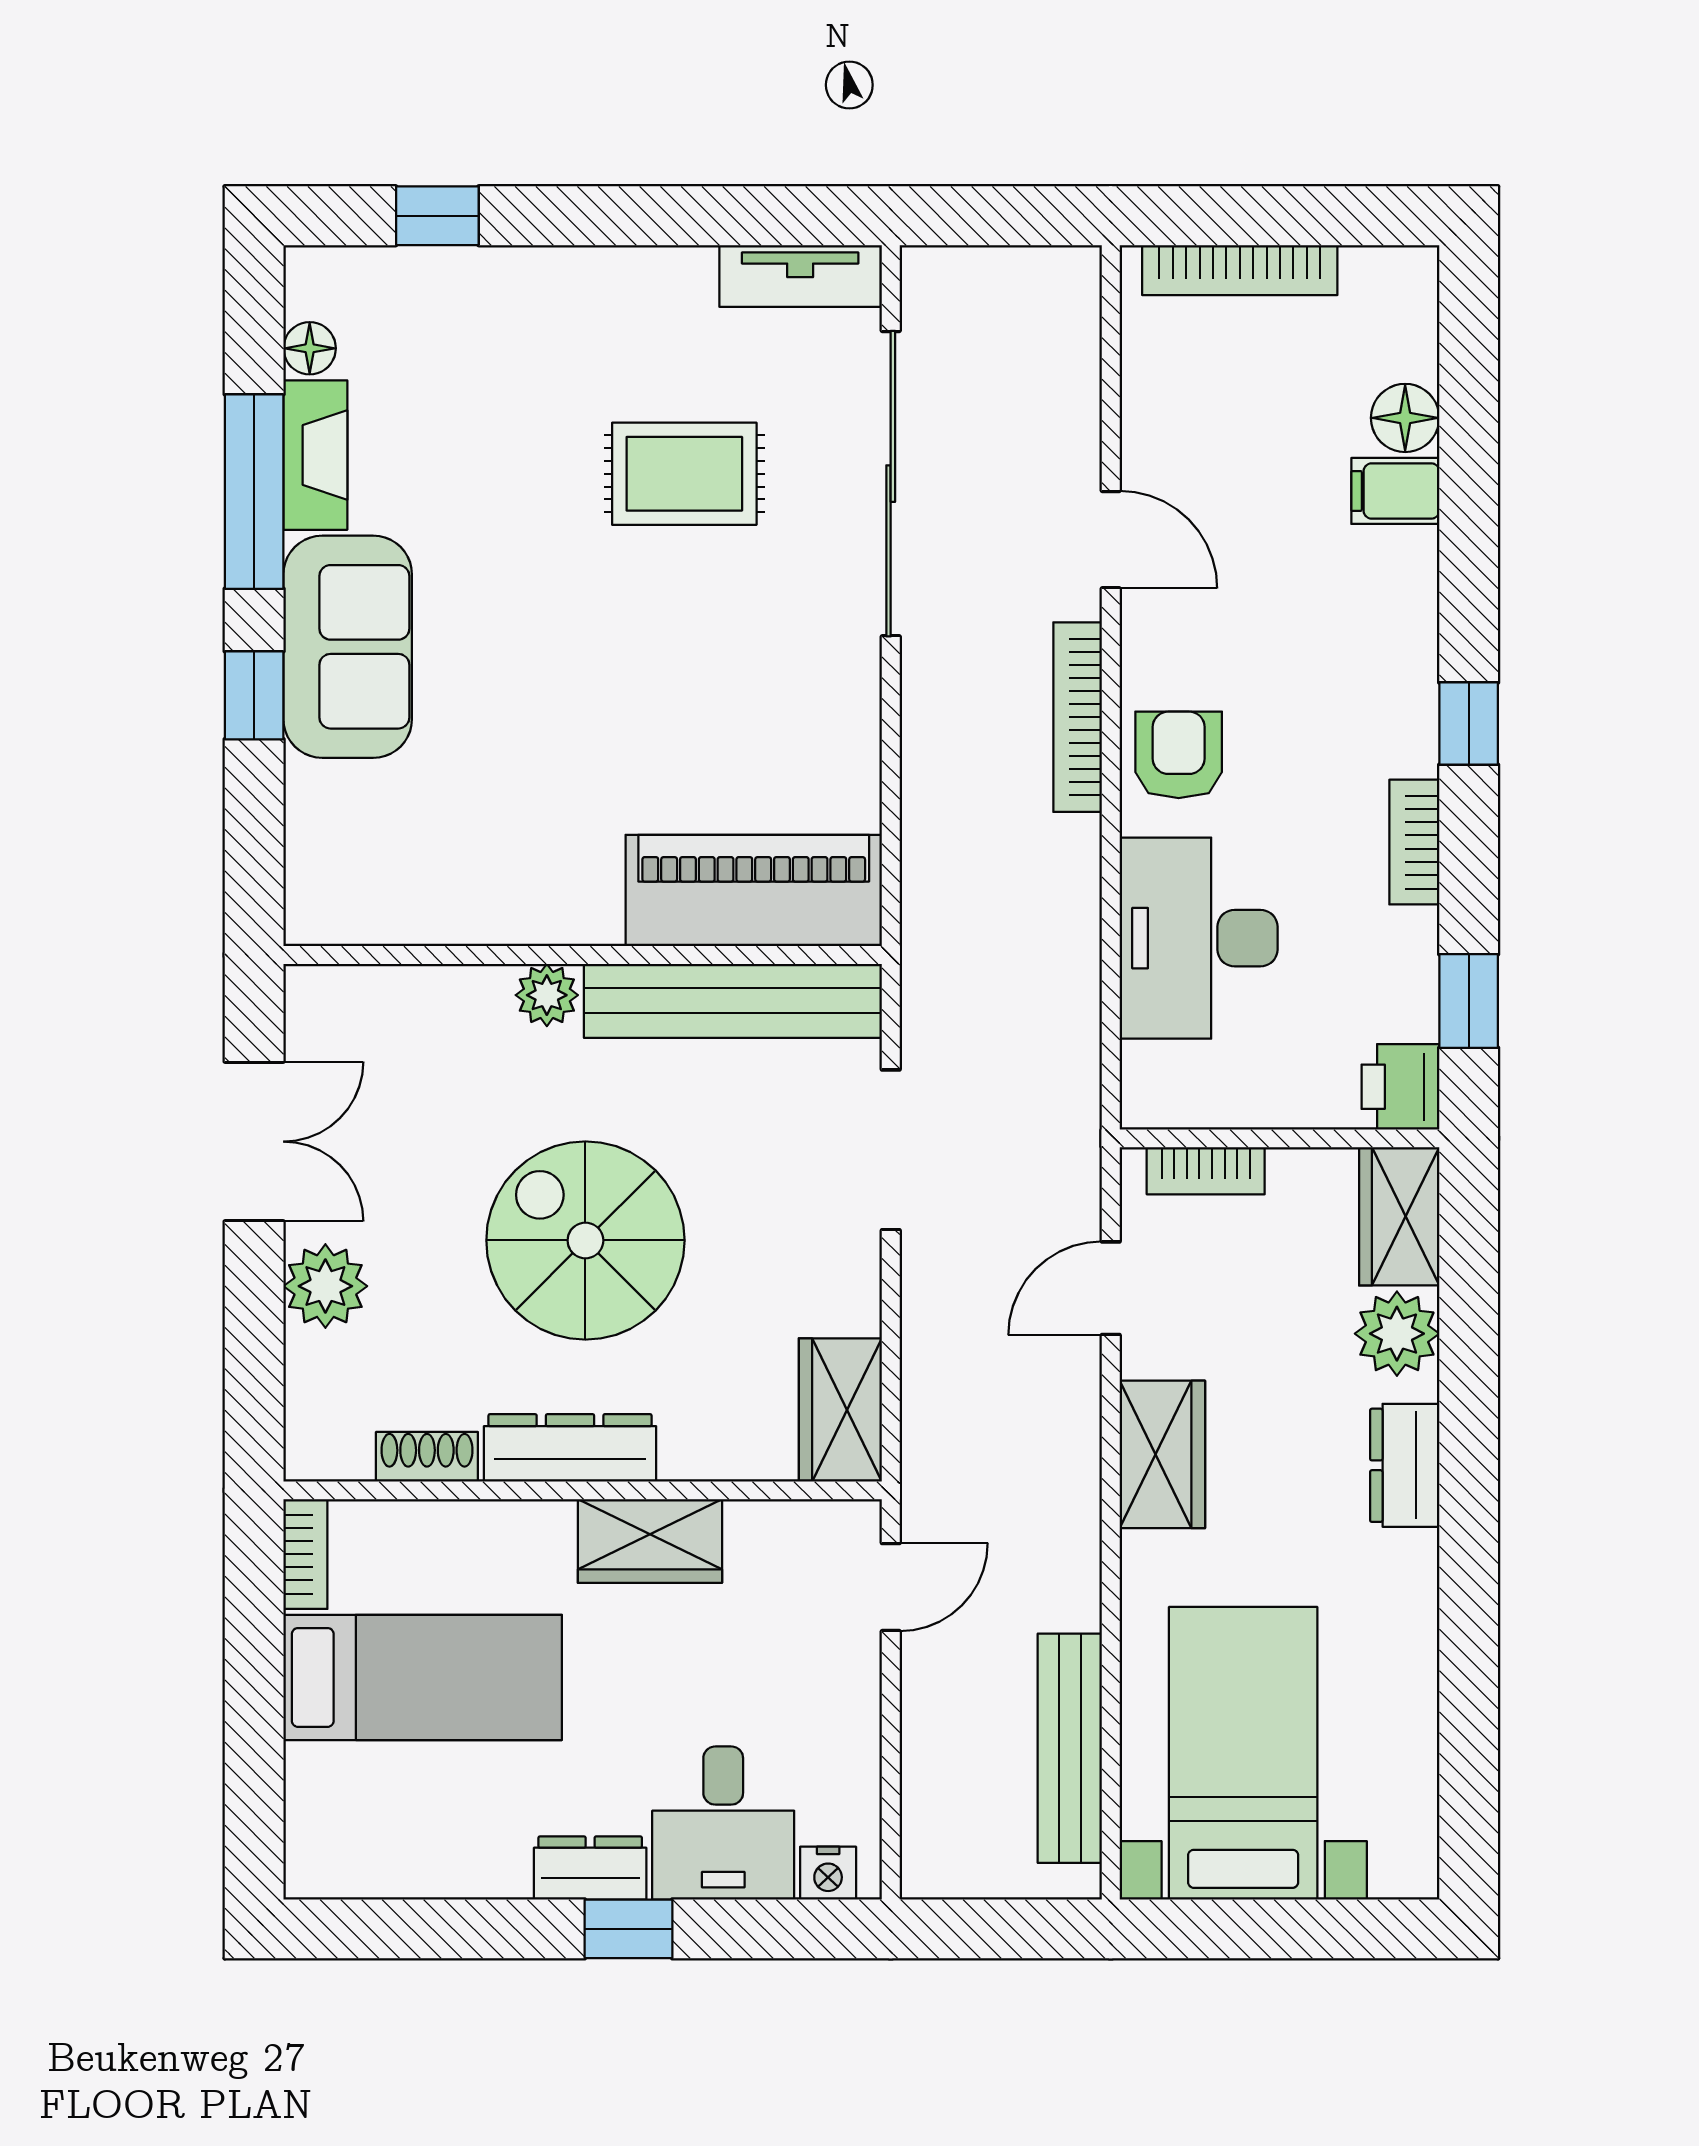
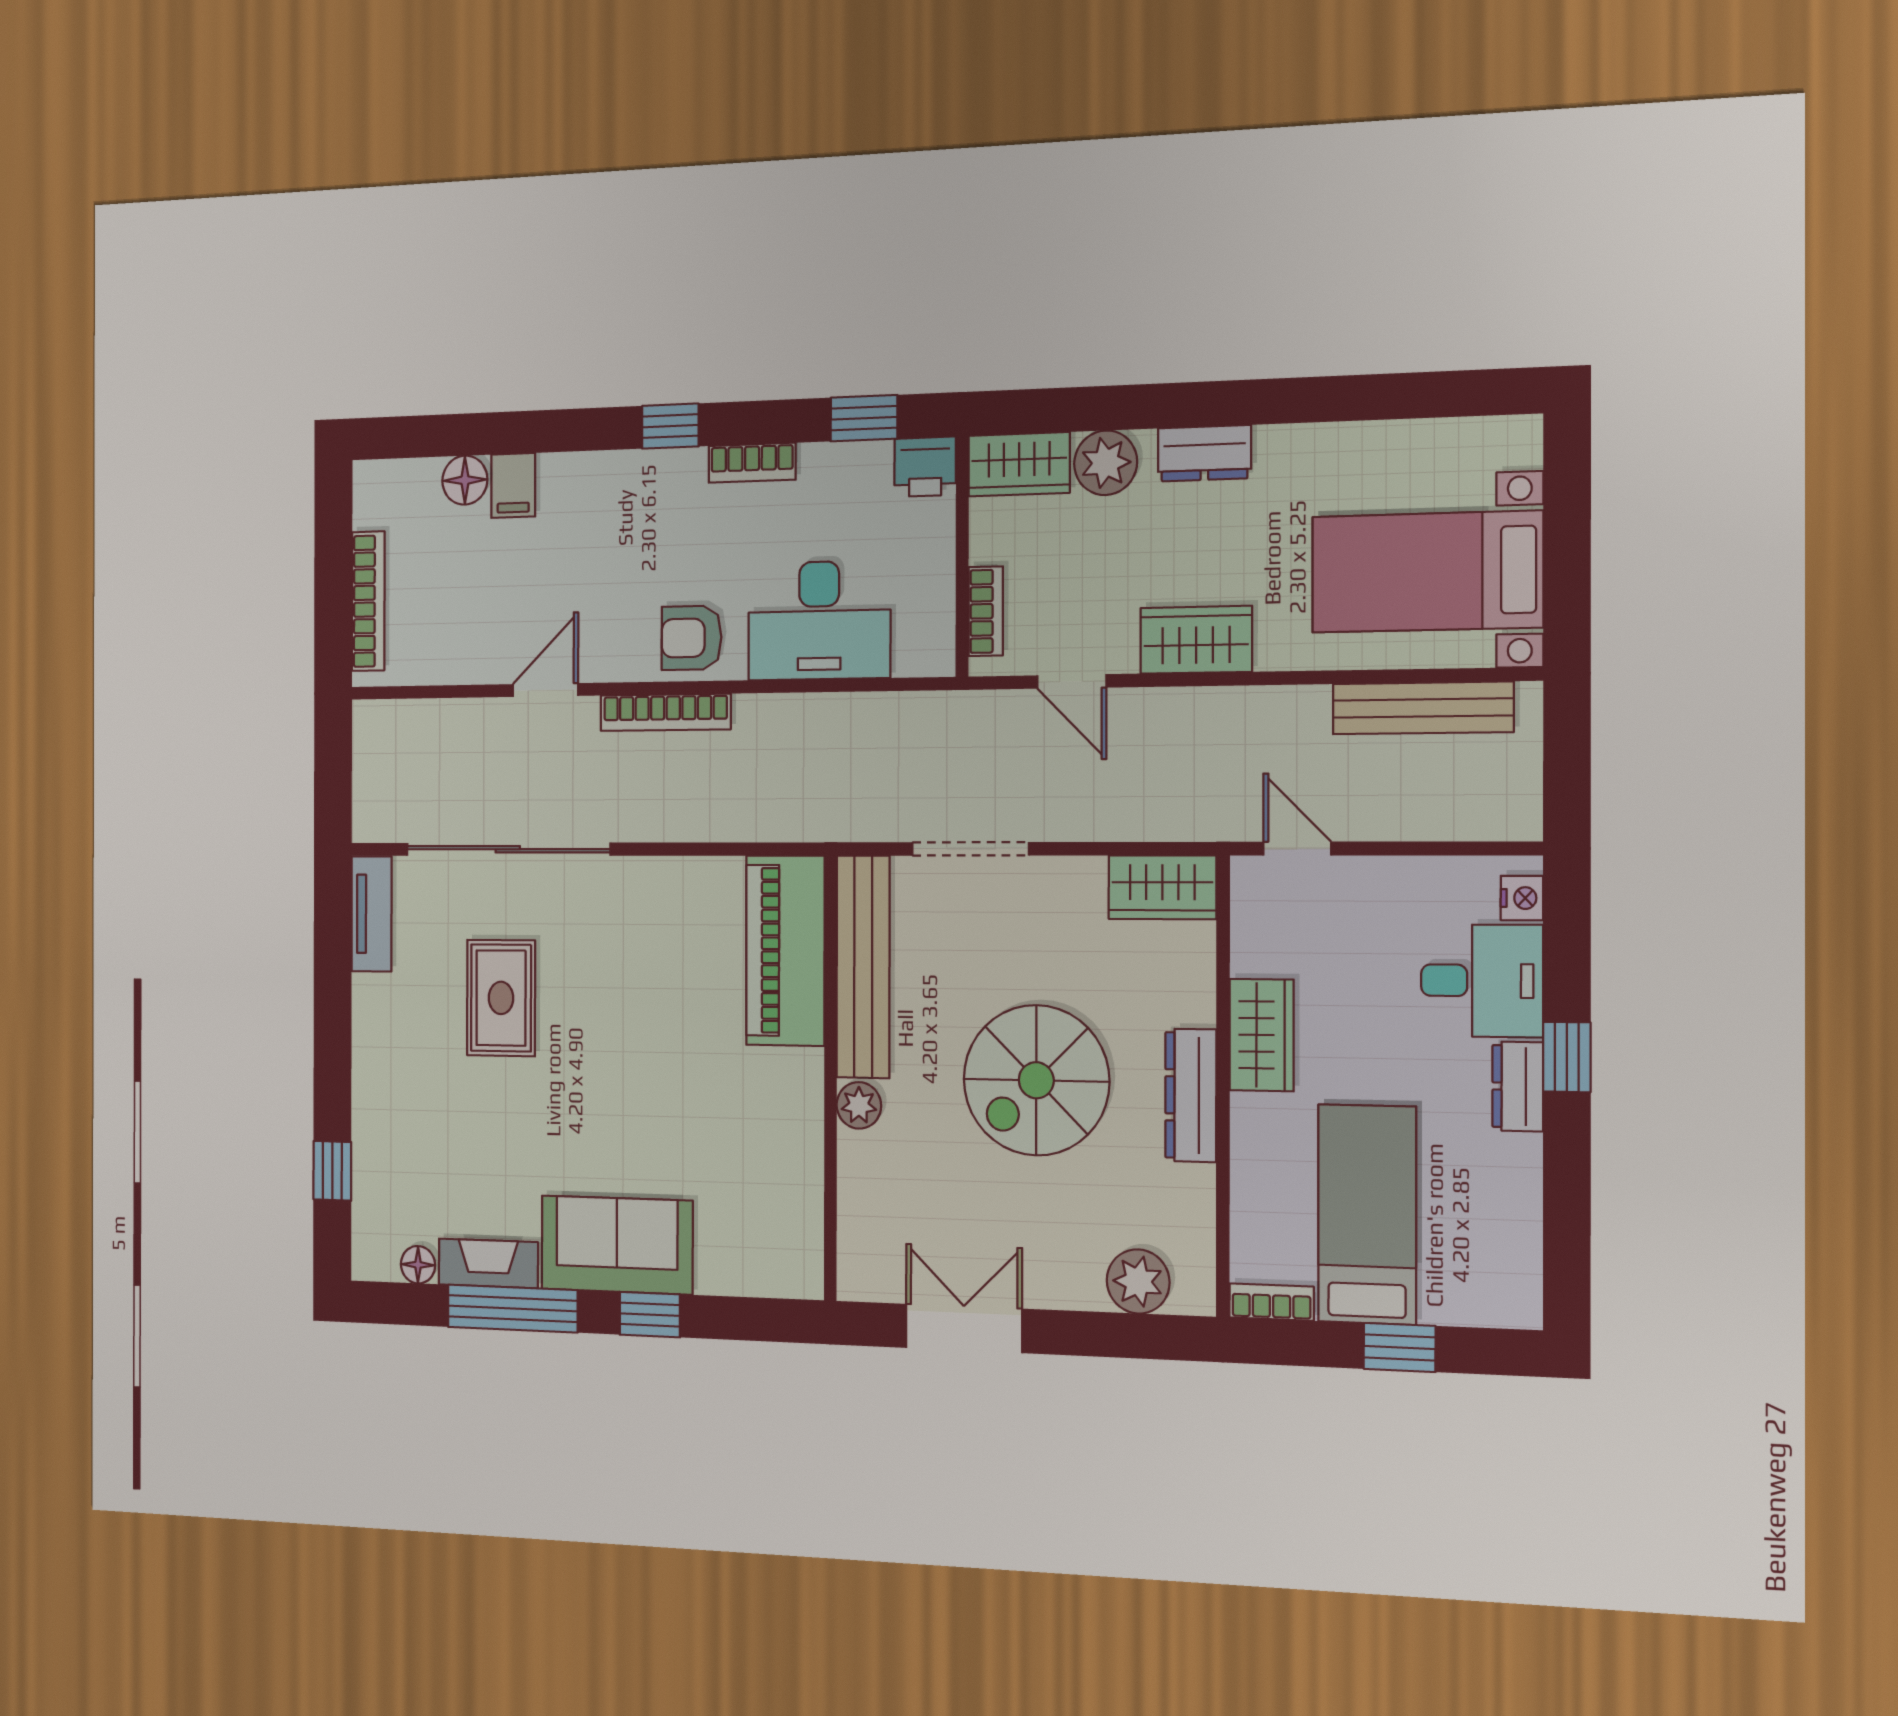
plant: (325, 1286) -> (1138, 1281), moved
shoe rack: (427, 1457) -> (1197, 1206), removed
window: (254, 1719) -> (1400, 1347), added

